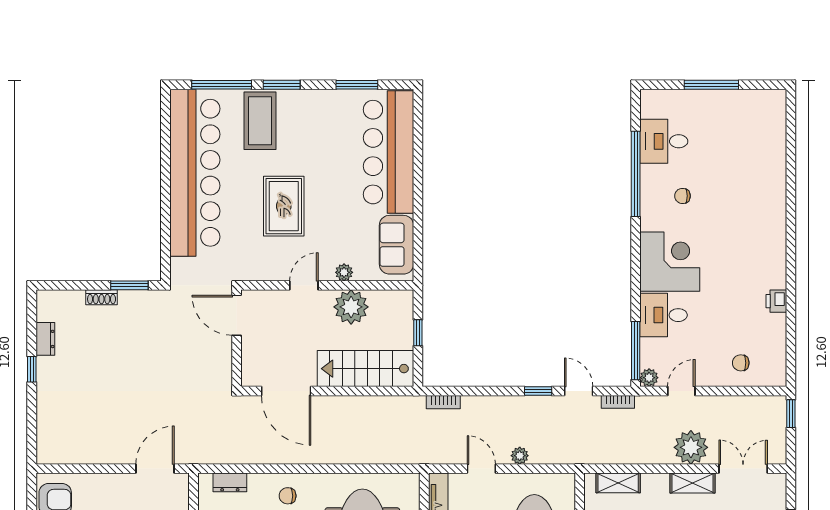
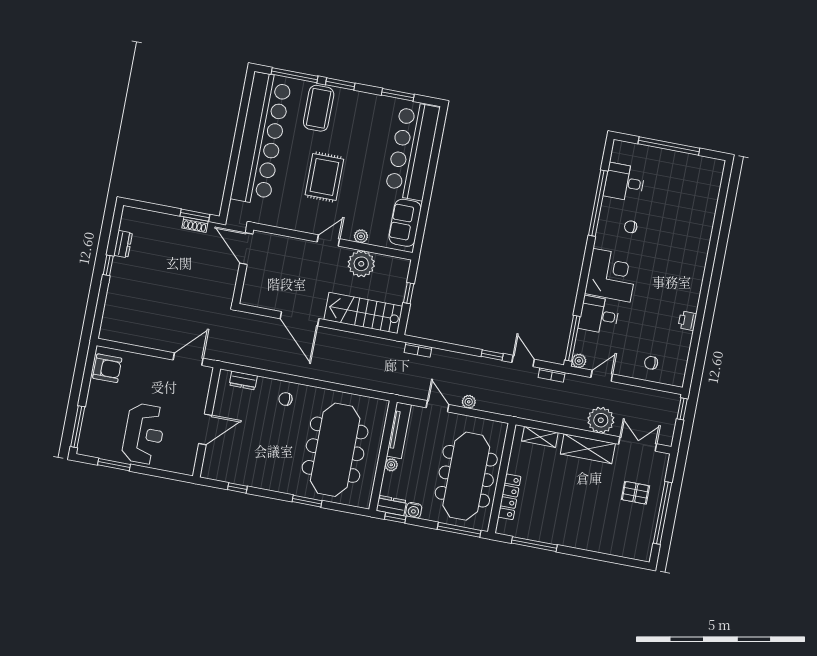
window: (711, 85) -> (669, 146), width x1.46
shoe rack: (102, 297) -> (195, 225), moved
door: (237, 315) -> (246, 249), moved
wall: (237, 338) -> (243, 266), moved
shelving: (693, 483) -> (588, 449), width x1.50, depth x1.33

